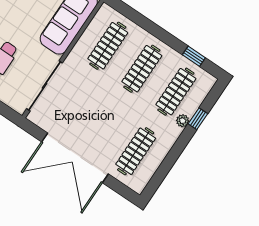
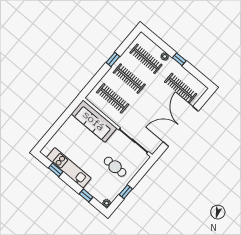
window: (194, 56) -> (113, 59), moved
window: (198, 119) -> (179, 59), moved
double door: (75, 158) -> (181, 126), swing flipped

